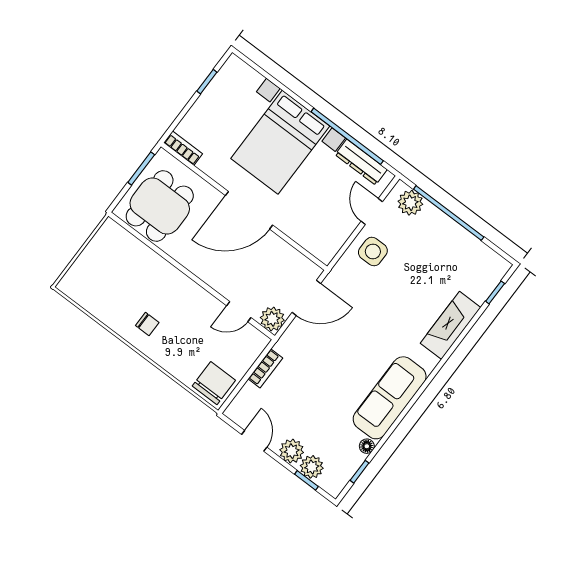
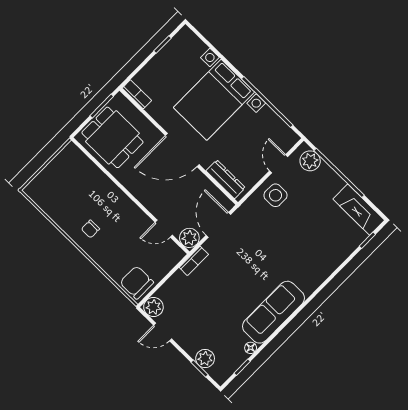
dresser: (361, 162) -> (226, 179), moved, turned 180
dining table: (160, 206) -> (112, 137), turned 90
door: (306, 298) -> (218, 225), swing flipped
chair: (147, 324) -> (90, 229), turned 90
fireplace: (451, 325) -> (359, 210), moved, turned -90
bookcase: (265, 368) -> (194, 261), moved
chair: (214, 383) -> (137, 282), turned -90
door: (254, 441) -> (163, 332), swing flipped
plant: (292, 451) -> (153, 307), moved

